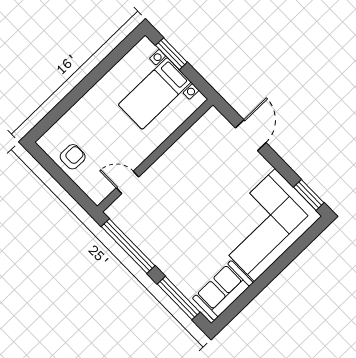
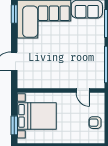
bed with nightstands: (155, 93) -> (37, 116), width x1.36

